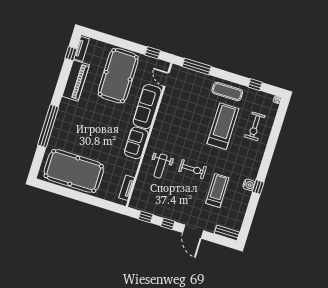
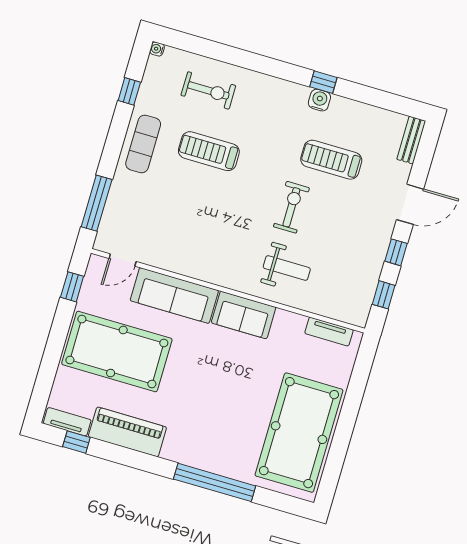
treadmill: (223, 126) -> (209, 151), width x0.73, depth x0.73

